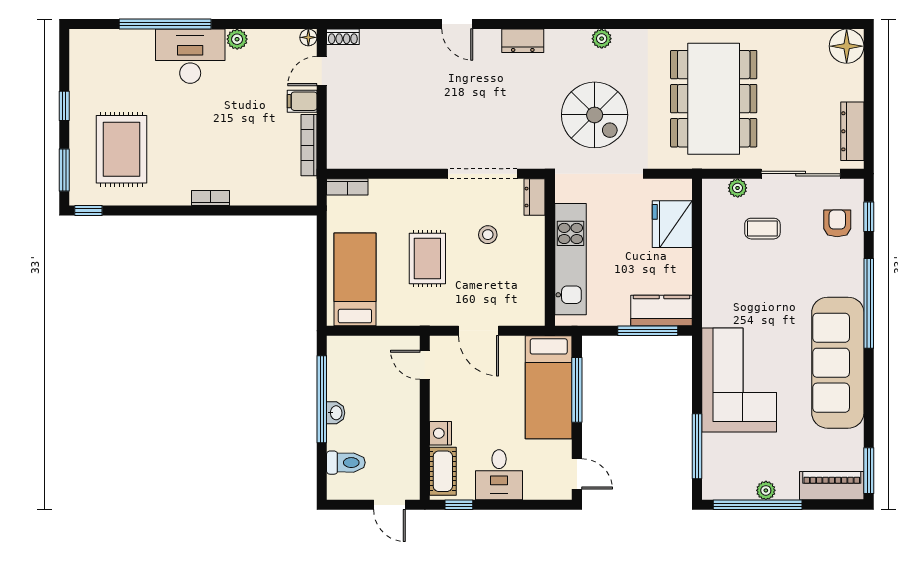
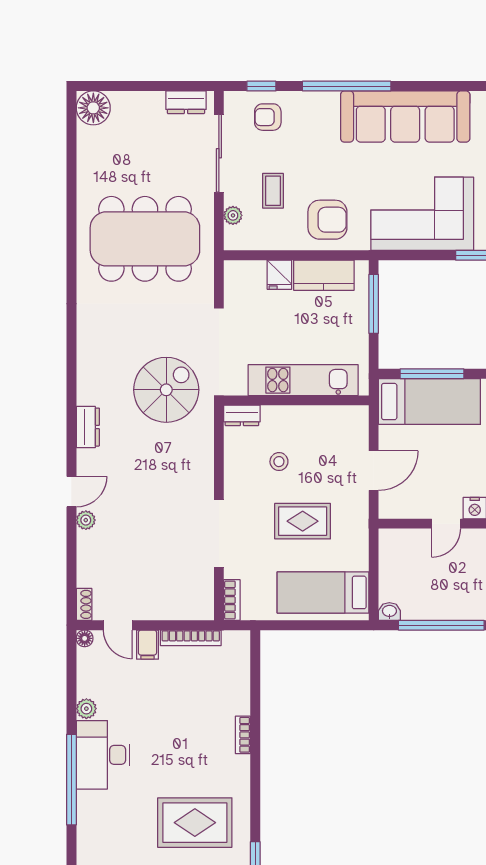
plant: (602, 39) -> (86, 520), moved
spiral stairs: (595, 115) -> (166, 390), moved
dresser: (852, 131) -> (186, 102), width x0.70
doorway: (482, 174) -> (219, 533), moved
fridge: (672, 224) -> (279, 275), width x0.53, depth x0.75
armchair: (733, 284) -> (327, 220), added
kitchen counter: (662, 310) -> (324, 275), moved, turned -90
door: (425, 365) -> (446, 524), moved
washbasin: (336, 413) -> (389, 611), moved

